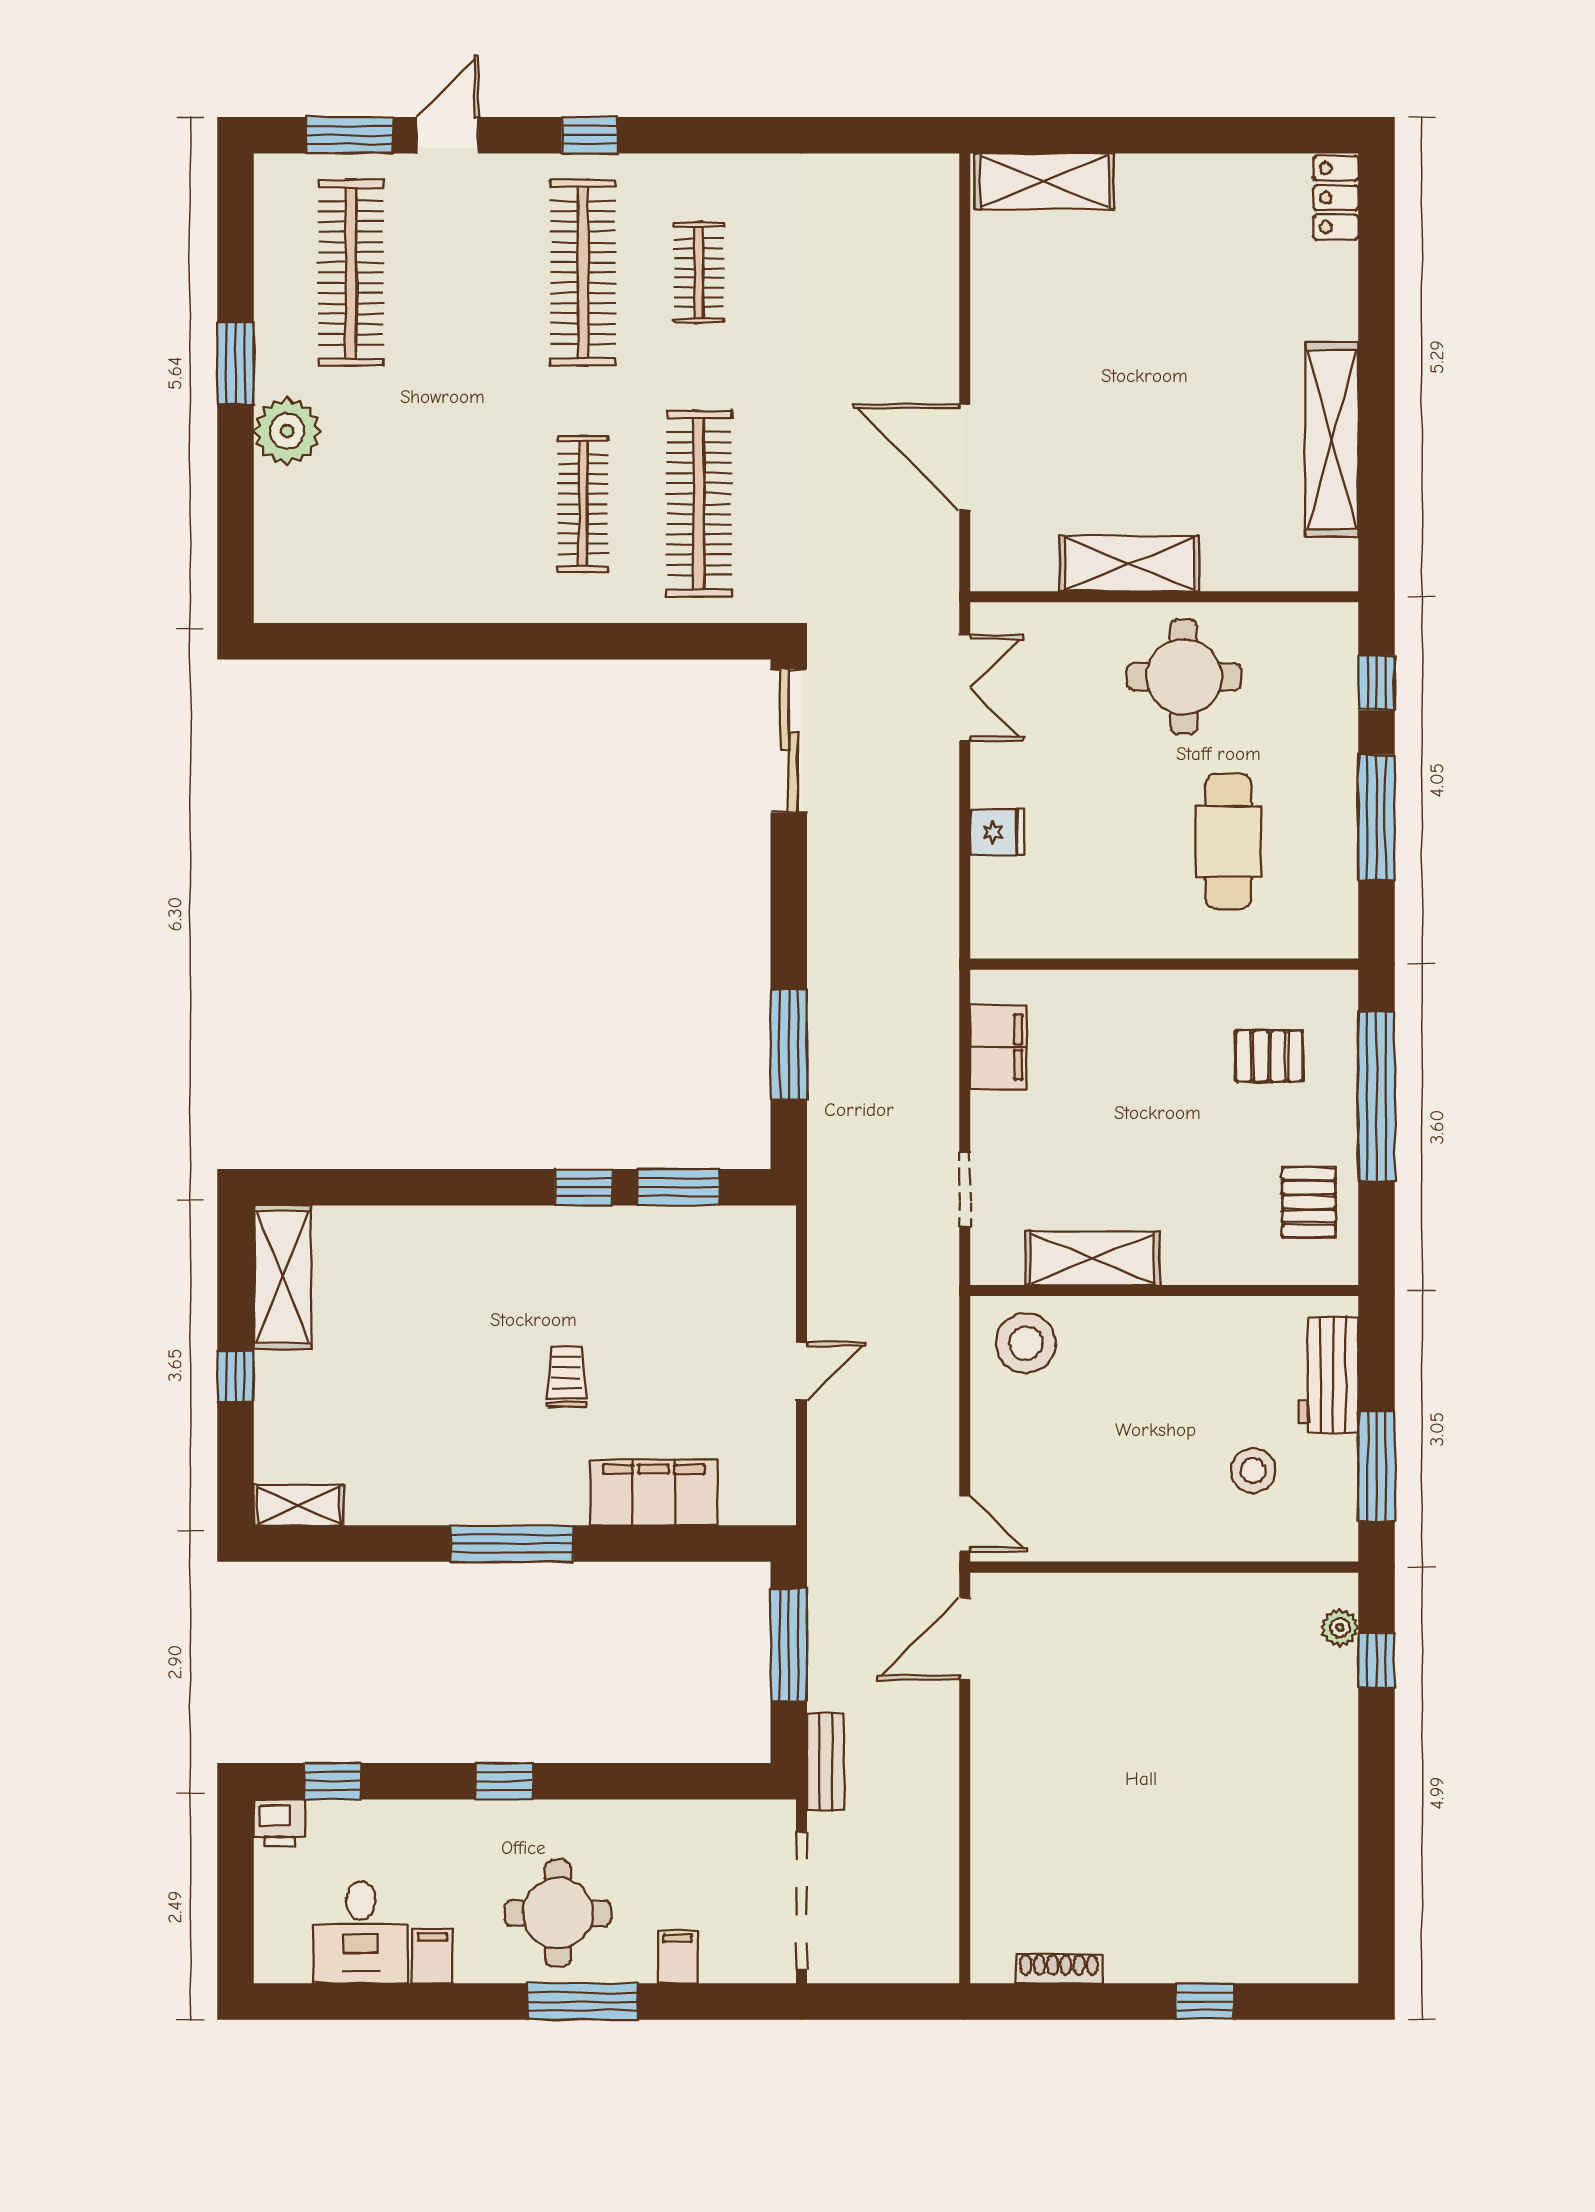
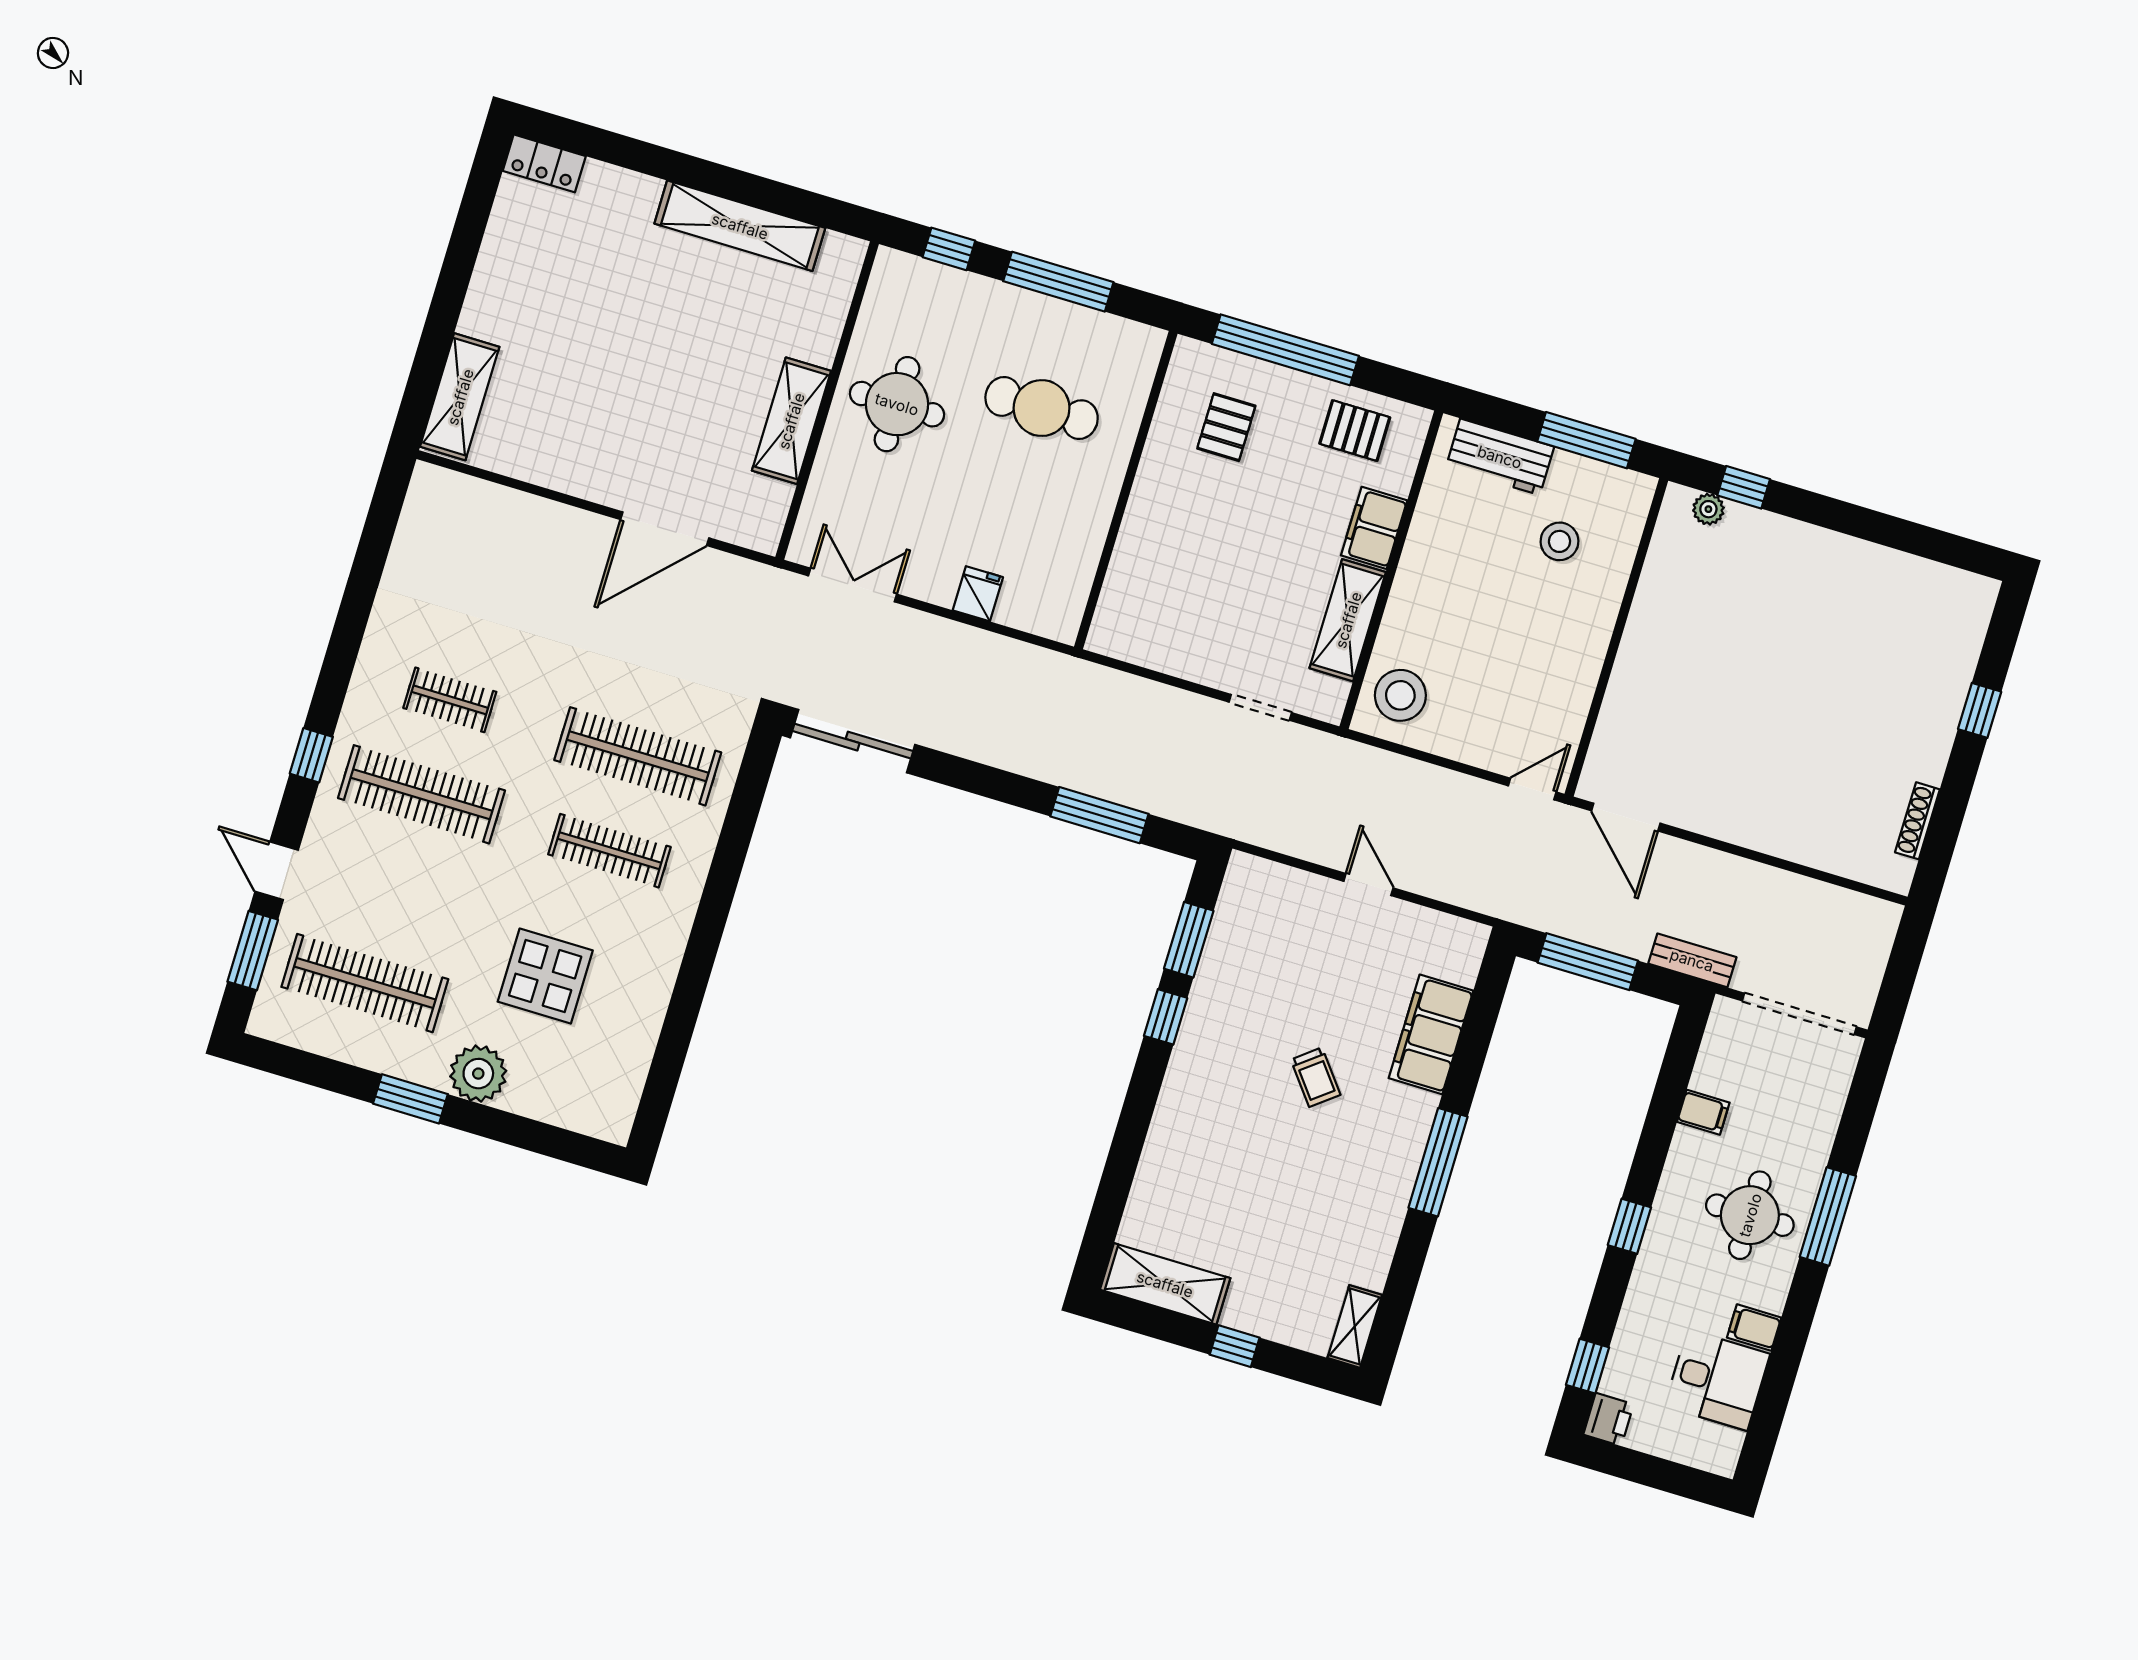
display table: (420, 474) -> (545, 976), added
filing cabinet: (998, 1047) -> (1374, 528), moved, turned -90
trolley: (566, 1377) -> (1316, 1077), turned -128
filing cabinet: (678, 1957) -> (1703, 1112), moved, turned 180

